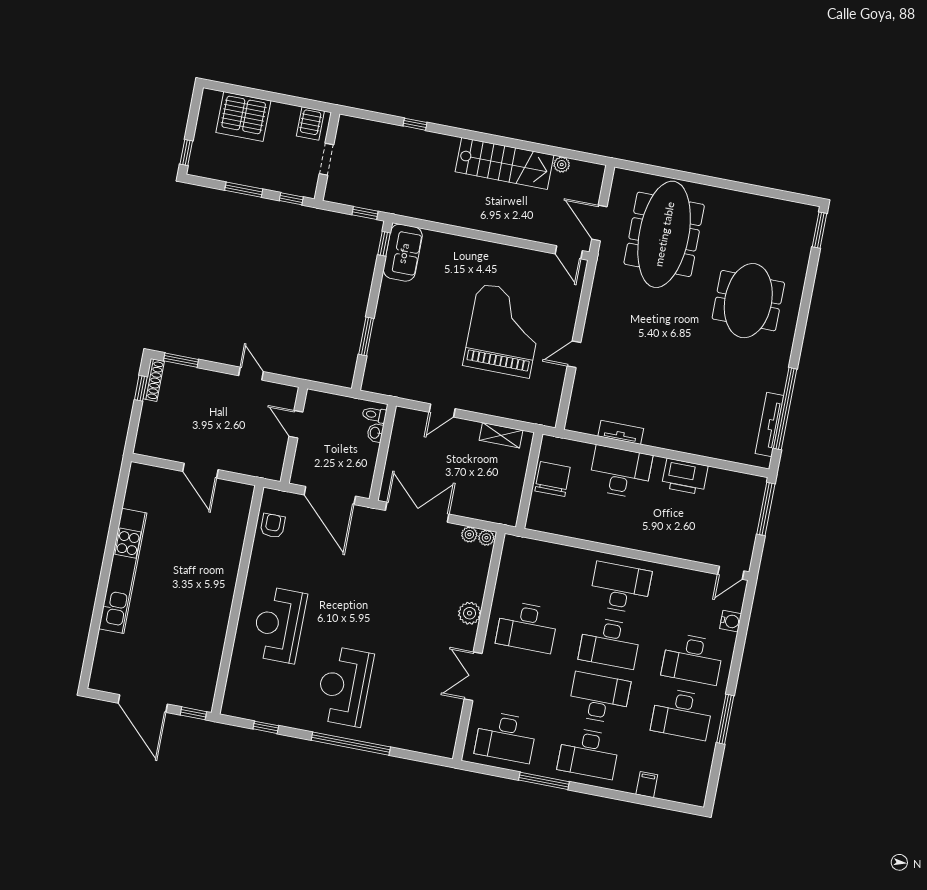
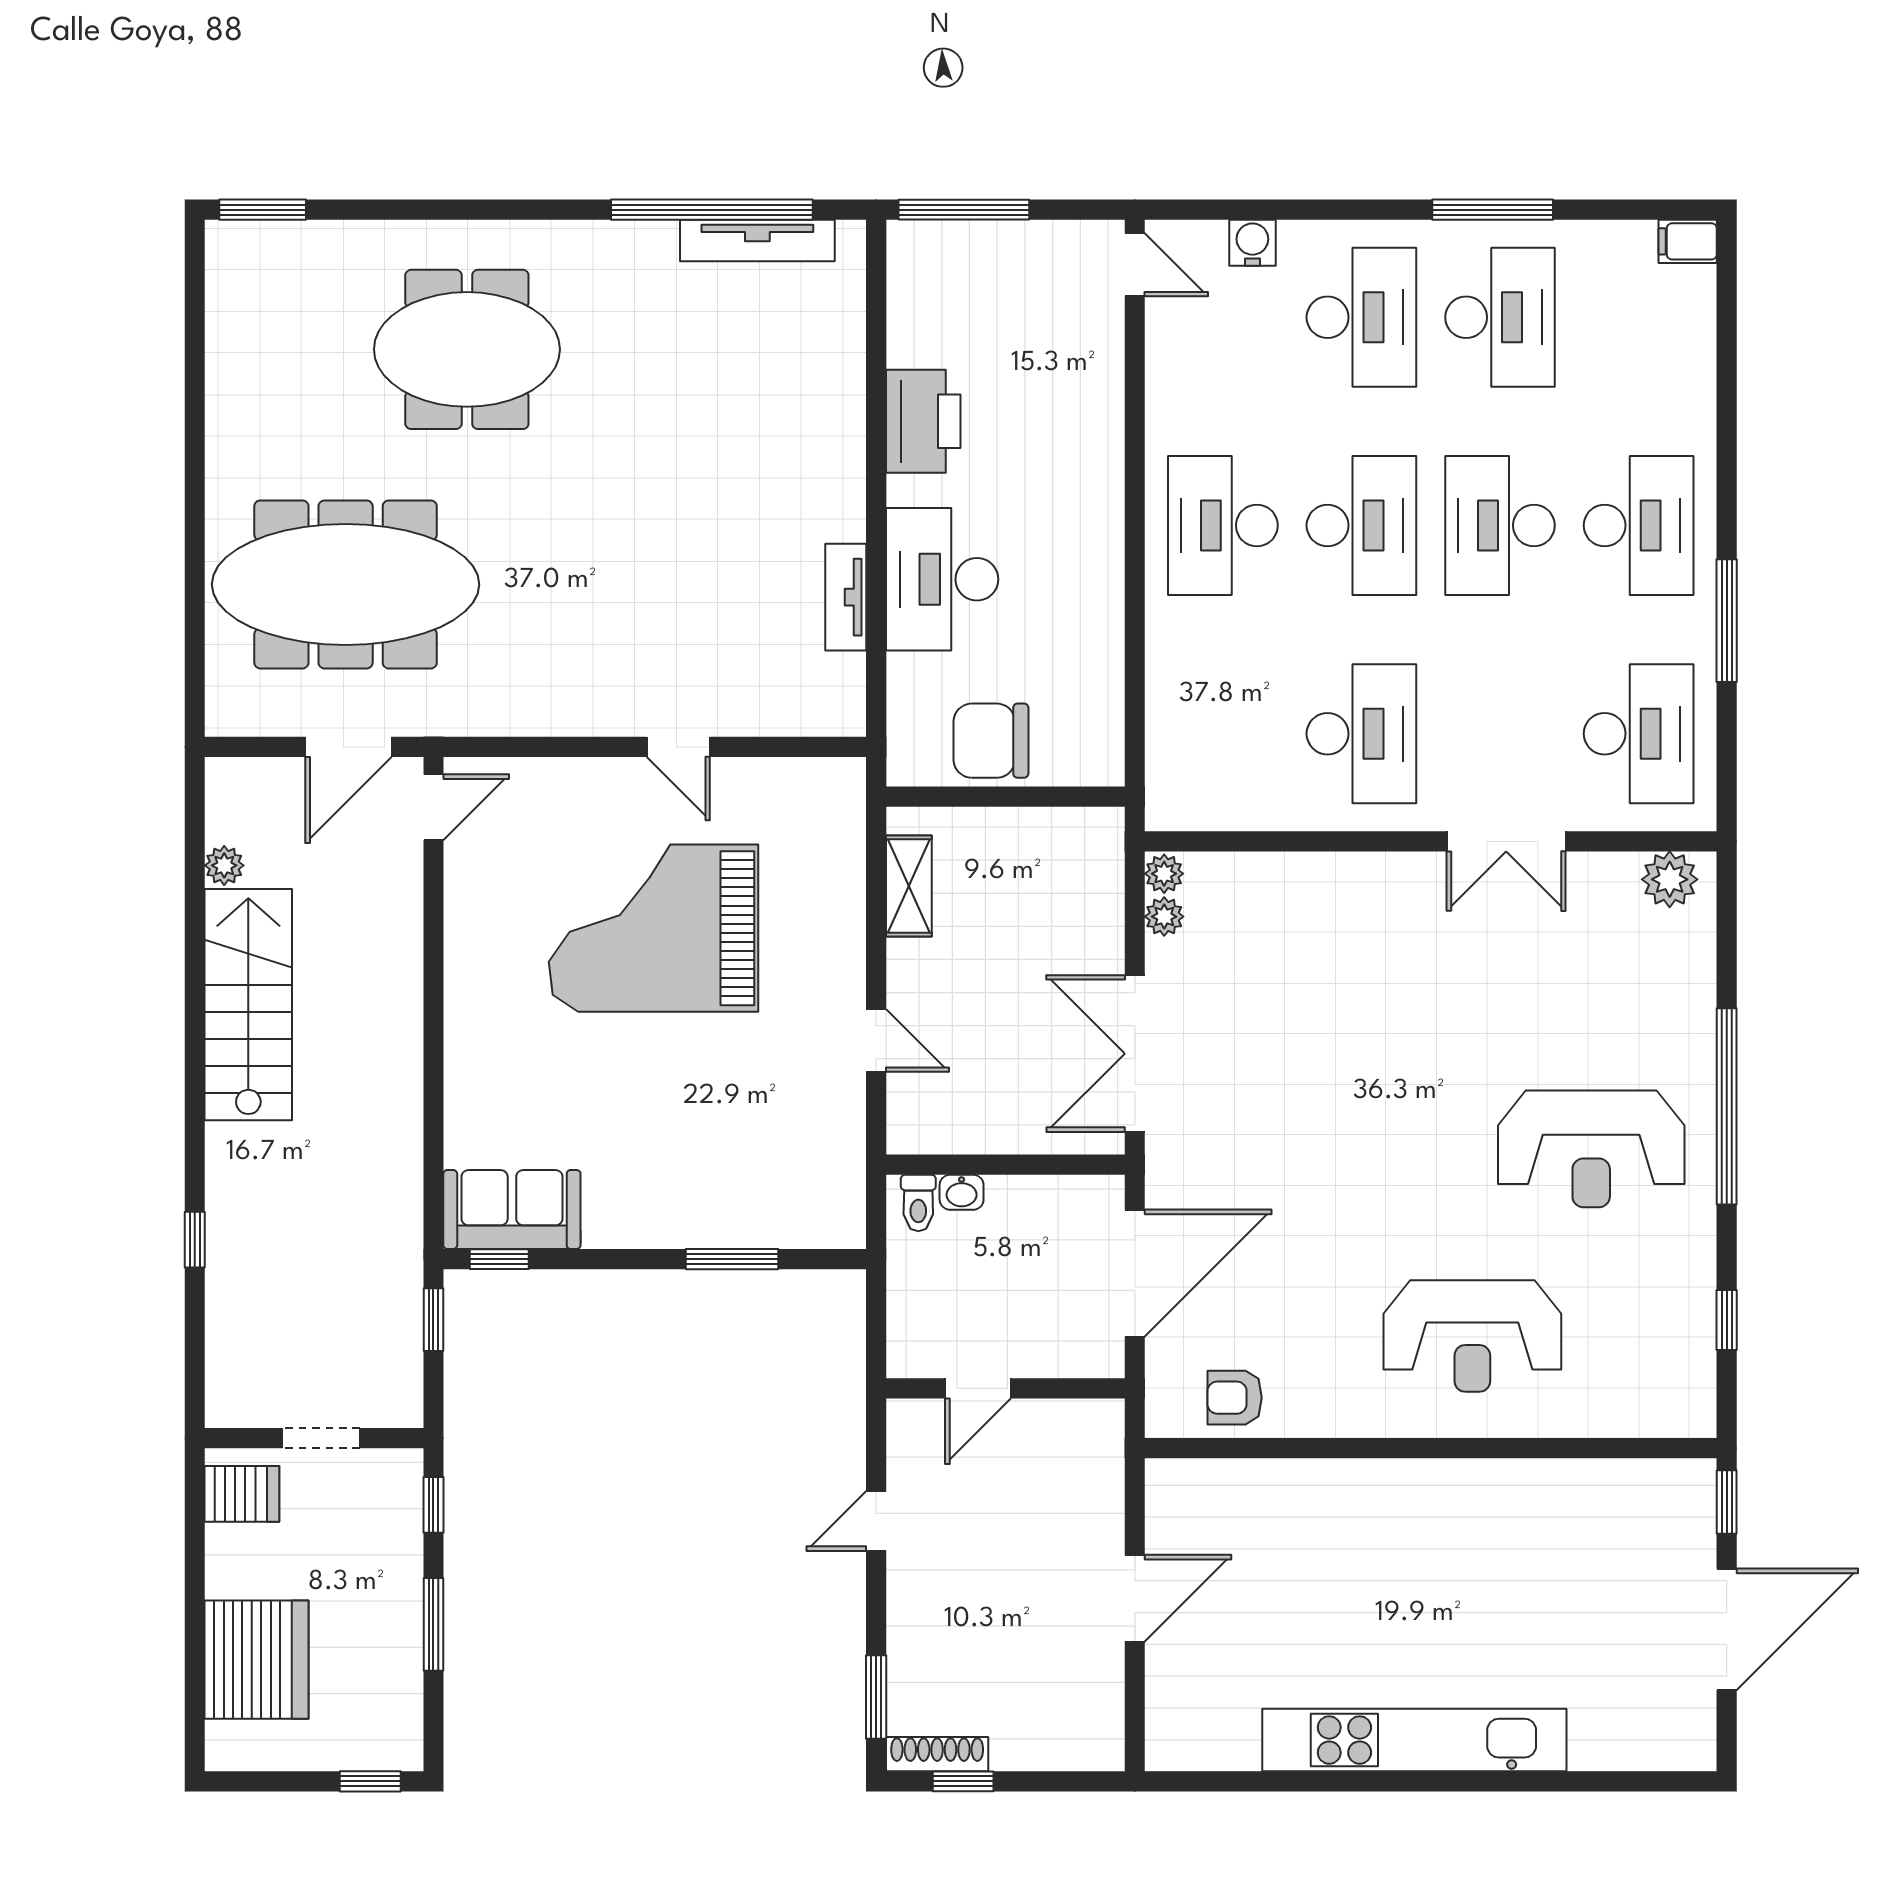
plant: (470, 613) -> (1670, 879), moved
filing cabinet: (647, 785) -> (1688, 241), moved

